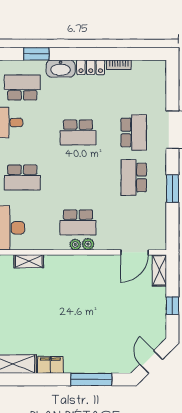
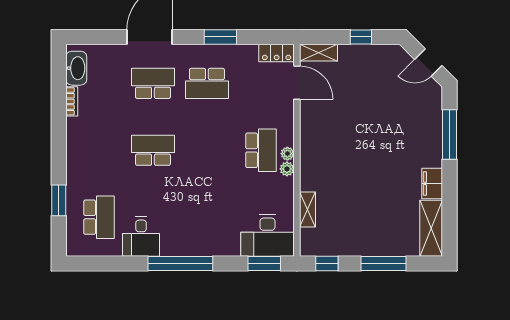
locker: (91, 67) -> (277, 53), moved, turned 90
washbasin: (61, 69) -> (76, 68), moved
school desk: (22, 88) -> (99, 217), turned 180
school desk: (78, 132) -> (153, 150), turned -90
school desk: (22, 177) -> (207, 217), removed
plant: (88, 244) -> (287, 169), moved

